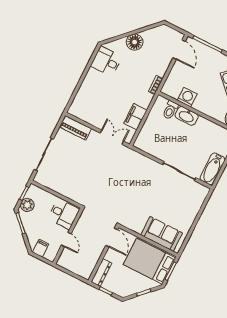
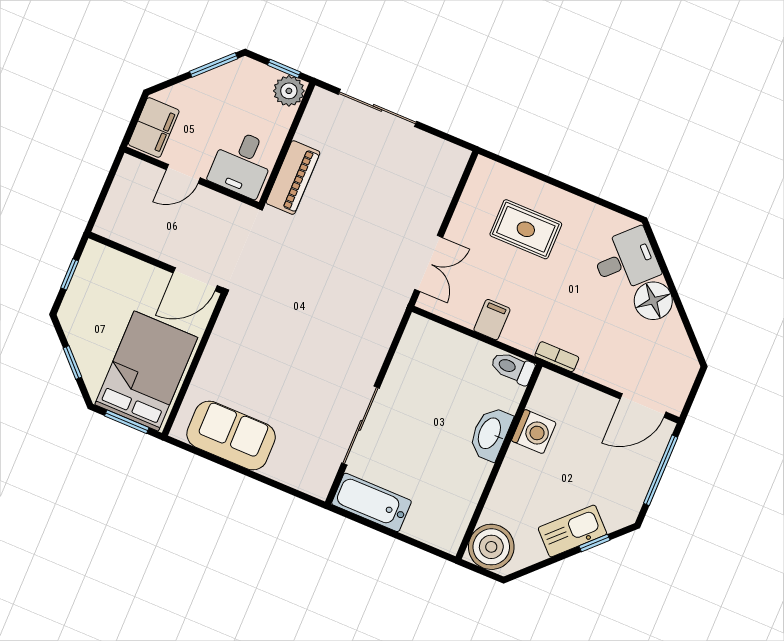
desk: (106, 61) -> (626, 260), moved, turned 45
rug: (100, 95) -> (526, 229), added
toilet: (170, 110) -> (512, 368), moved
filing cabinet: (135, 117) -> (492, 320), width x0.50
piano: (75, 128) -> (293, 178), moved, turned 180
plant: (27, 205) -> (289, 91), moved
sofa: (162, 234) -> (231, 435), moved, turned -90
filing cabinet: (41, 248) -> (154, 127), width x2.00
dresser: (101, 273) -> (112, 261), removed

